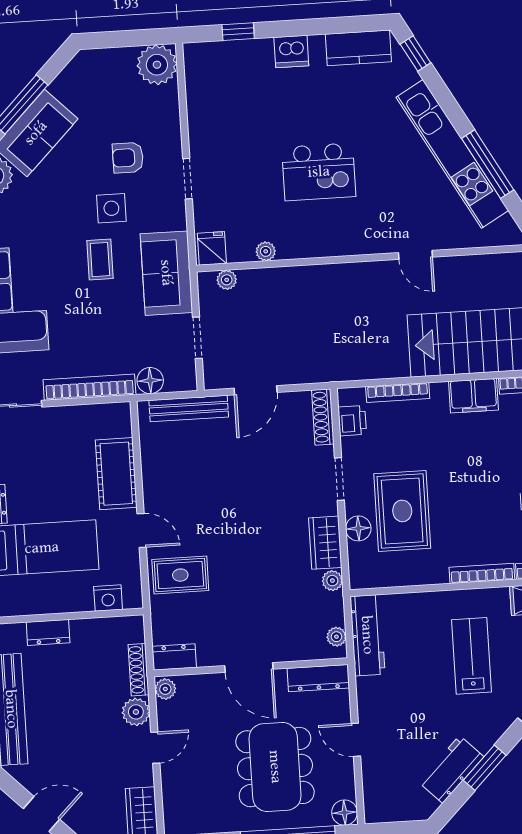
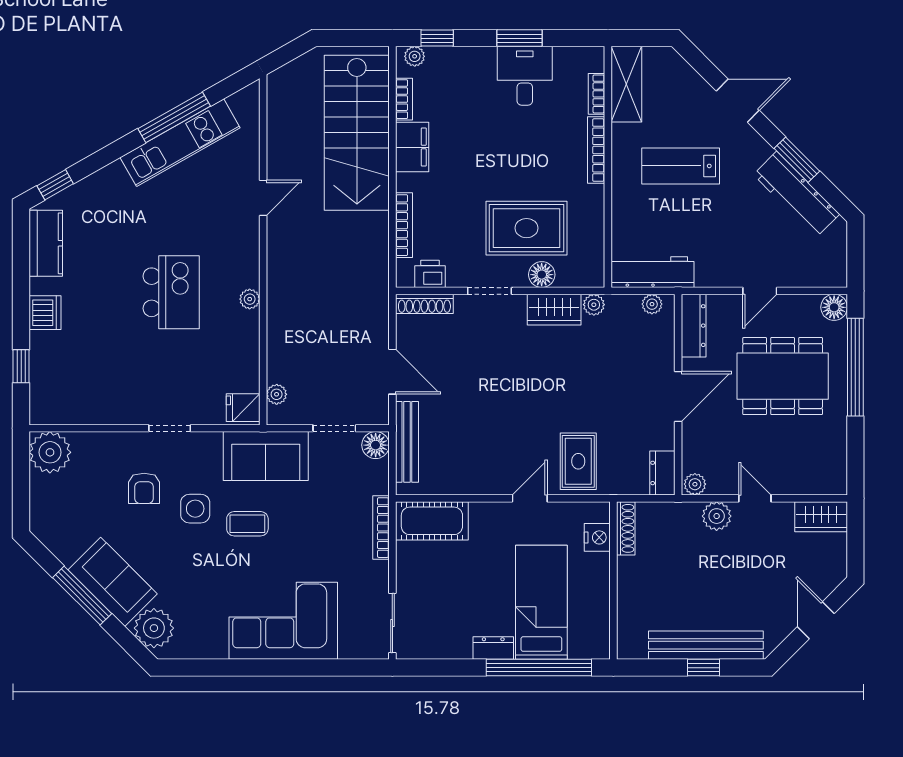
kitchen unit: (452, 154) -> (180, 143), width x0.73
plant: (266, 251) -> (250, 299), moved
floor lamp: (150, 381) -> (376, 445), moved
bookcase: (89, 387) -> (381, 528), width x0.68, depth x0.76
cot: (116, 474) -> (432, 521), moved
dresser: (48, 632) -> (629, 602), removed
shoe rack: (138, 670) -> (626, 528), moved, turned -90
workbench: (451, 769) -> (796, 194), width x1.38

